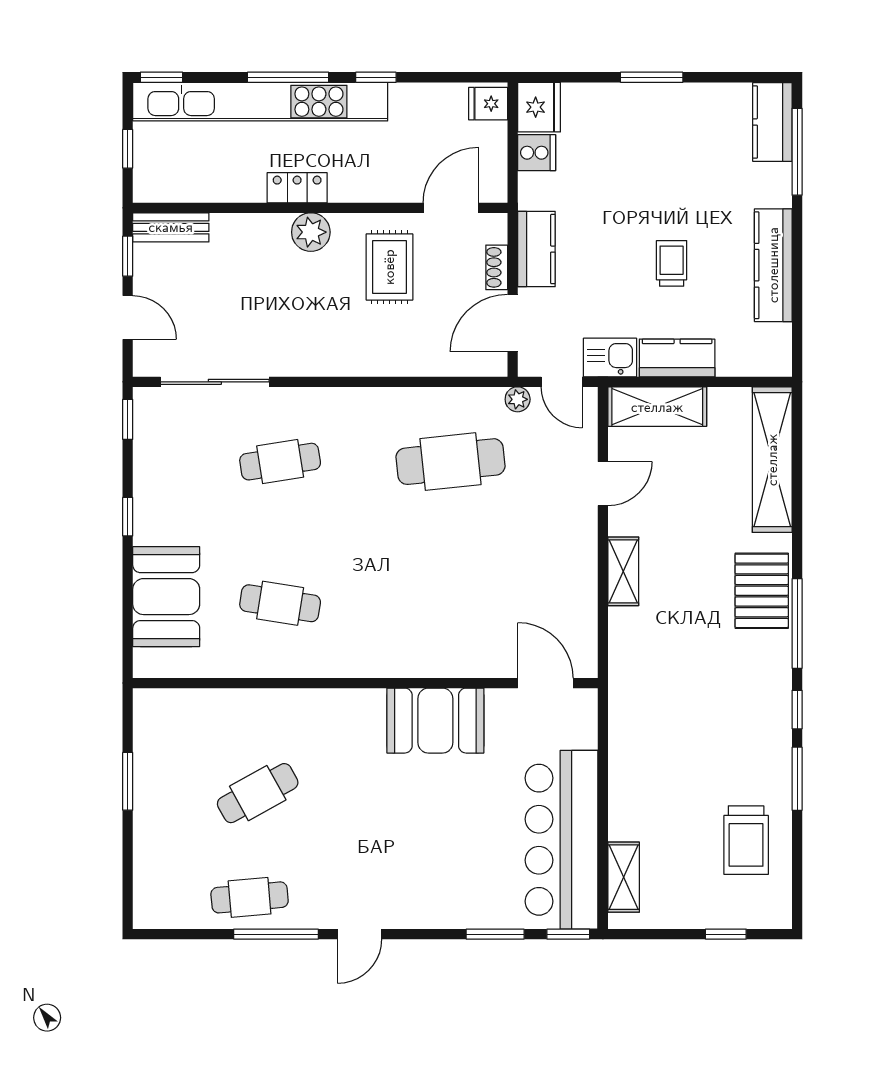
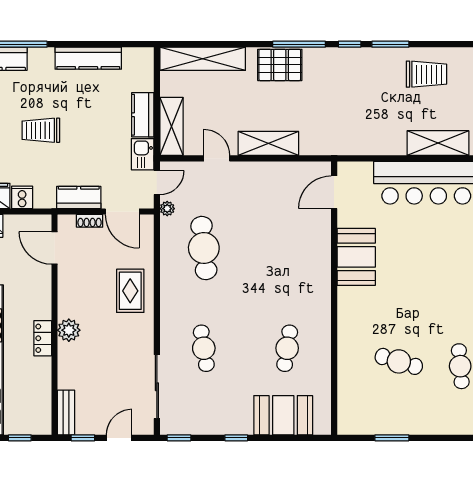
trolley: (672, 263) -> (41, 130), moved, width x1.36, depth x1.39
rug: (389, 267) -> (130, 291), moved, turned 90
shelving: (623, 571) -> (268, 143), width x1.50, depth x1.33
cafe table: (258, 793) -> (399, 361), turned -44
shelving: (624, 877) -> (438, 143), width x1.50, depth x1.33

